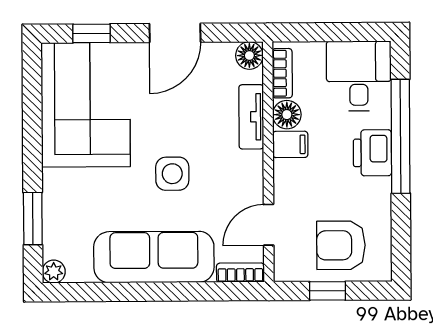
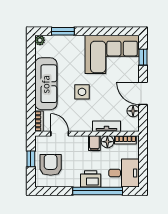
floor lamp: (249, 55) -> (133, 111), moved

